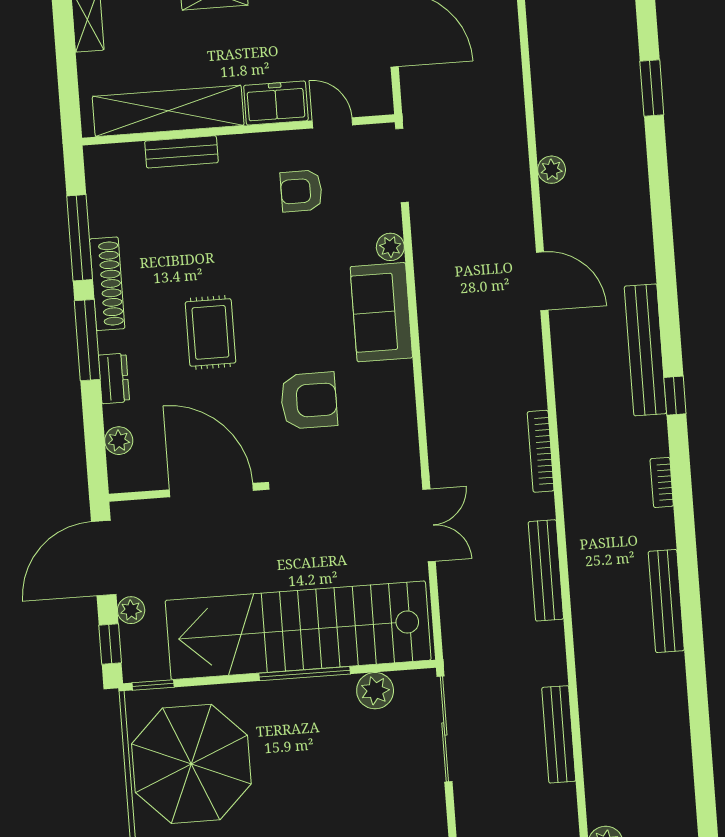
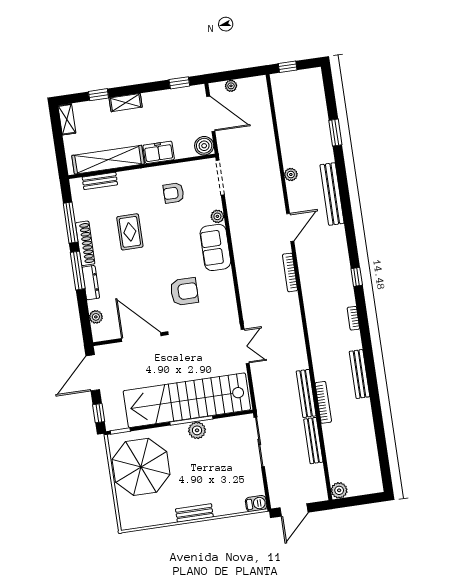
boiler: (373, 96) -> (204, 146), added
door: (332, 123) -> (186, 160), removed
bench: (181, 152) -> (100, 181), moved
door: (542, 281) -> (290, 227), hinge flipped
rug: (210, 332) -> (130, 232), moved
bench: (645, 350) -> (332, 194), moved
dresser: (114, 378) -> (91, 283), width x1.44
bookcase: (541, 451) -> (290, 272), moved
bench: (546, 570) -> (306, 393), moved
plant: (131, 610) -> (107, 396), removed
bookcase: (585, 655) -> (323, 402), added
plant: (375, 691) -> (197, 430), moved

